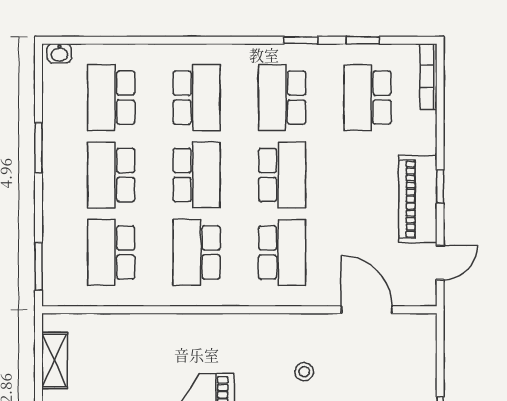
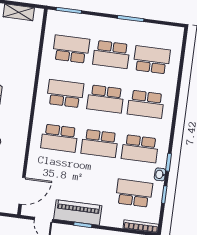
washbasin: (59, 53) -> (160, 174), moved
school desk: (282, 98) -> (140, 149), turned 180
school desk: (111, 175) -> (111, 54), turned 180
door: (367, 310) -> (22, 191), moved

